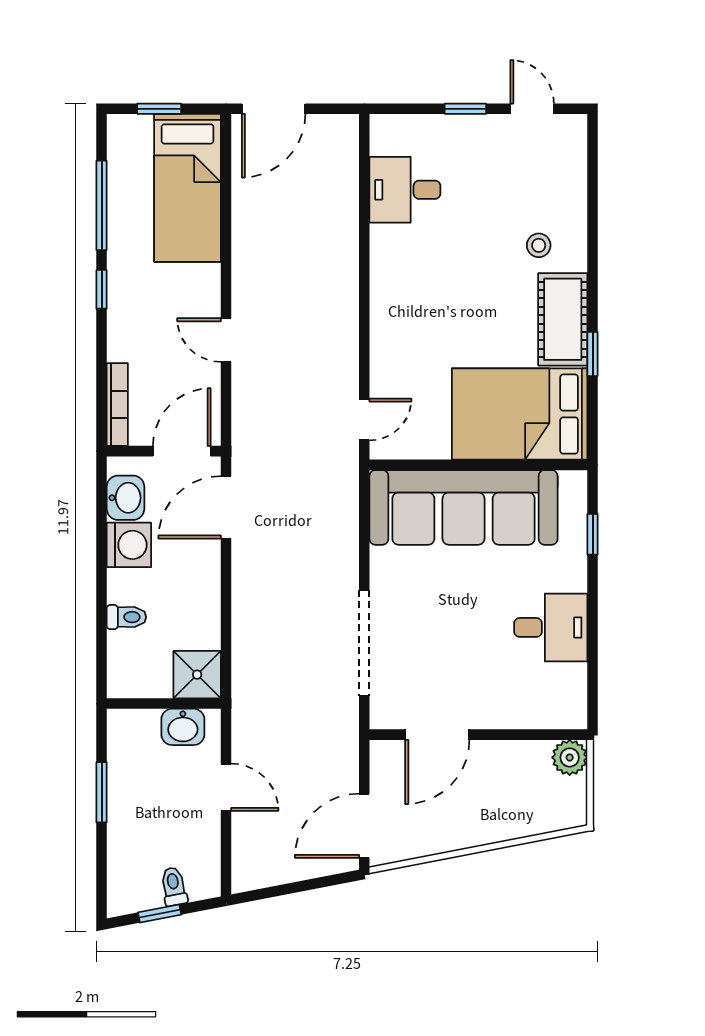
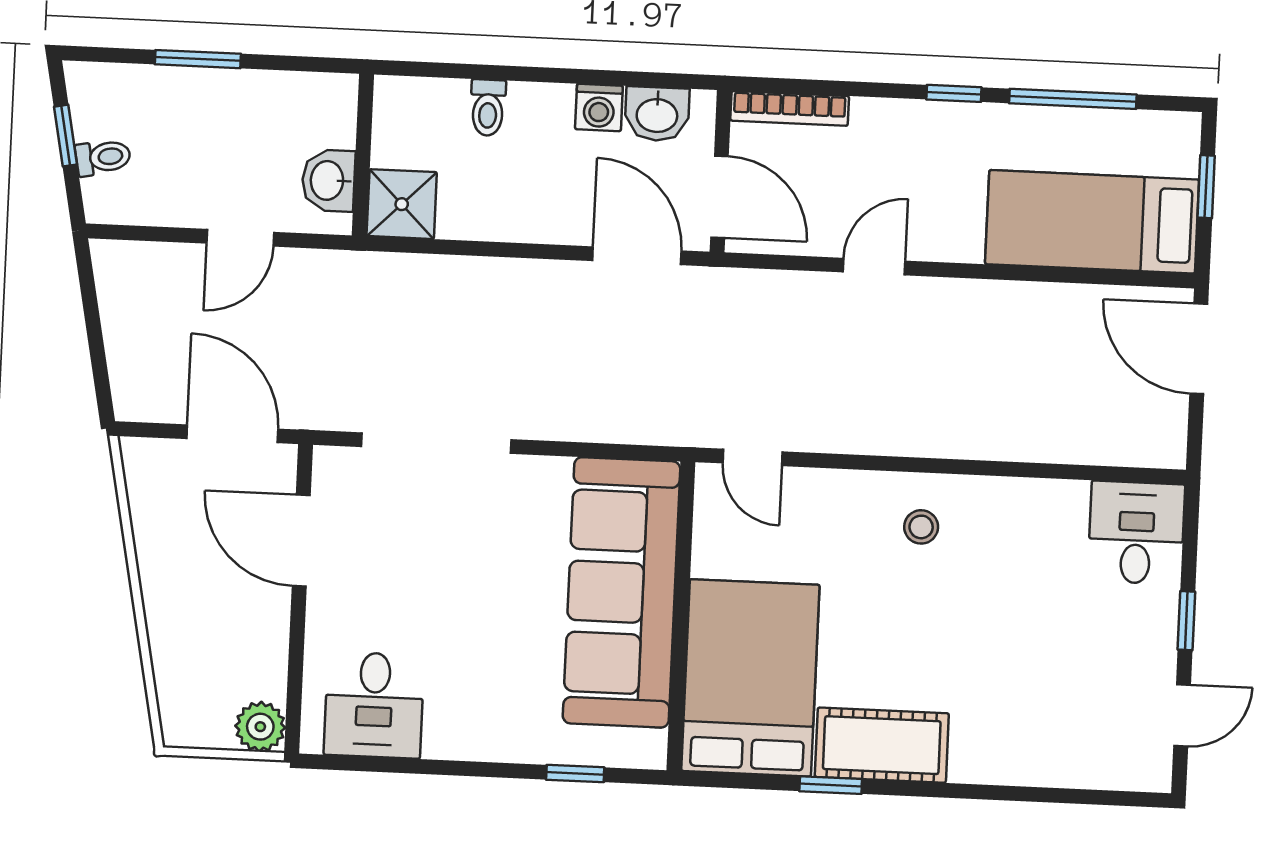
desk: (405, 190) -> (1136, 533), moved
stool: (539, 245) -> (921, 527), moved
washing machine: (129, 545) -> (599, 108), width x0.73, depth x0.73
desk: (551, 627) -> (374, 705), moved
window: (102, 792) -> (198, 59), moved
door: (364, 826) -> (232, 434), moved

